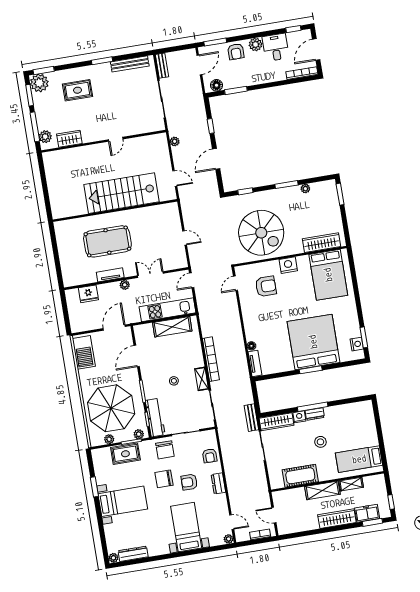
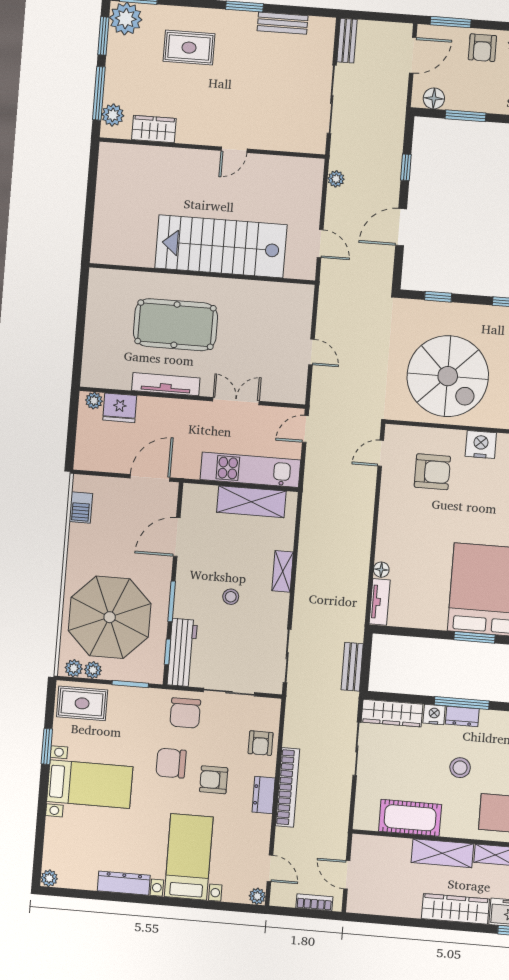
bench: (130, 64) -> (283, 23), width x0.73
tv unit: (110, 275) -> (166, 384), width x1.41
plant: (125, 285) -> (94, 401), moved
barbecue: (84, 352) -> (81, 507), width x0.53, depth x0.65
bookcase: (211, 359) -> (288, 787), moved
shelving: (202, 379) -> (283, 571), moved
bench: (251, 418) -> (352, 667), moved
plant: (139, 434) -> (74, 668), moved
rug: (125, 454) -> (82, 703), moved
dresser: (133, 554) -> (124, 883), moved

